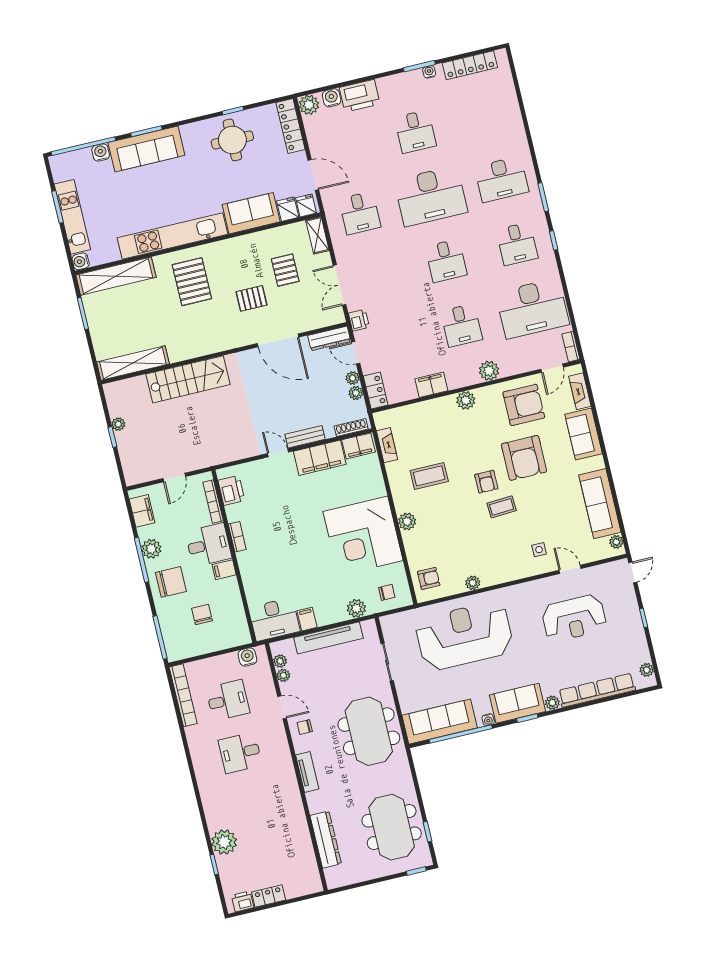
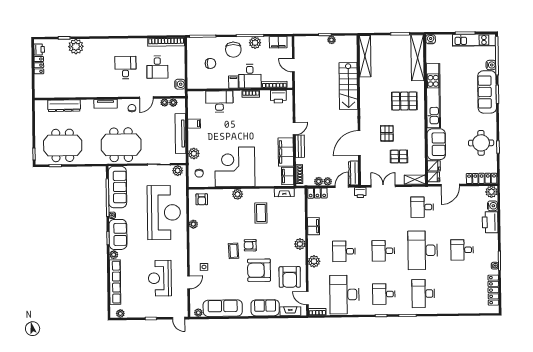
kitchen unit: (72, 217) -> (474, 40), moved
desk: (274, 619) -> (219, 101), moved, turned 90
plant: (390, 629) -> (178, 171), added

